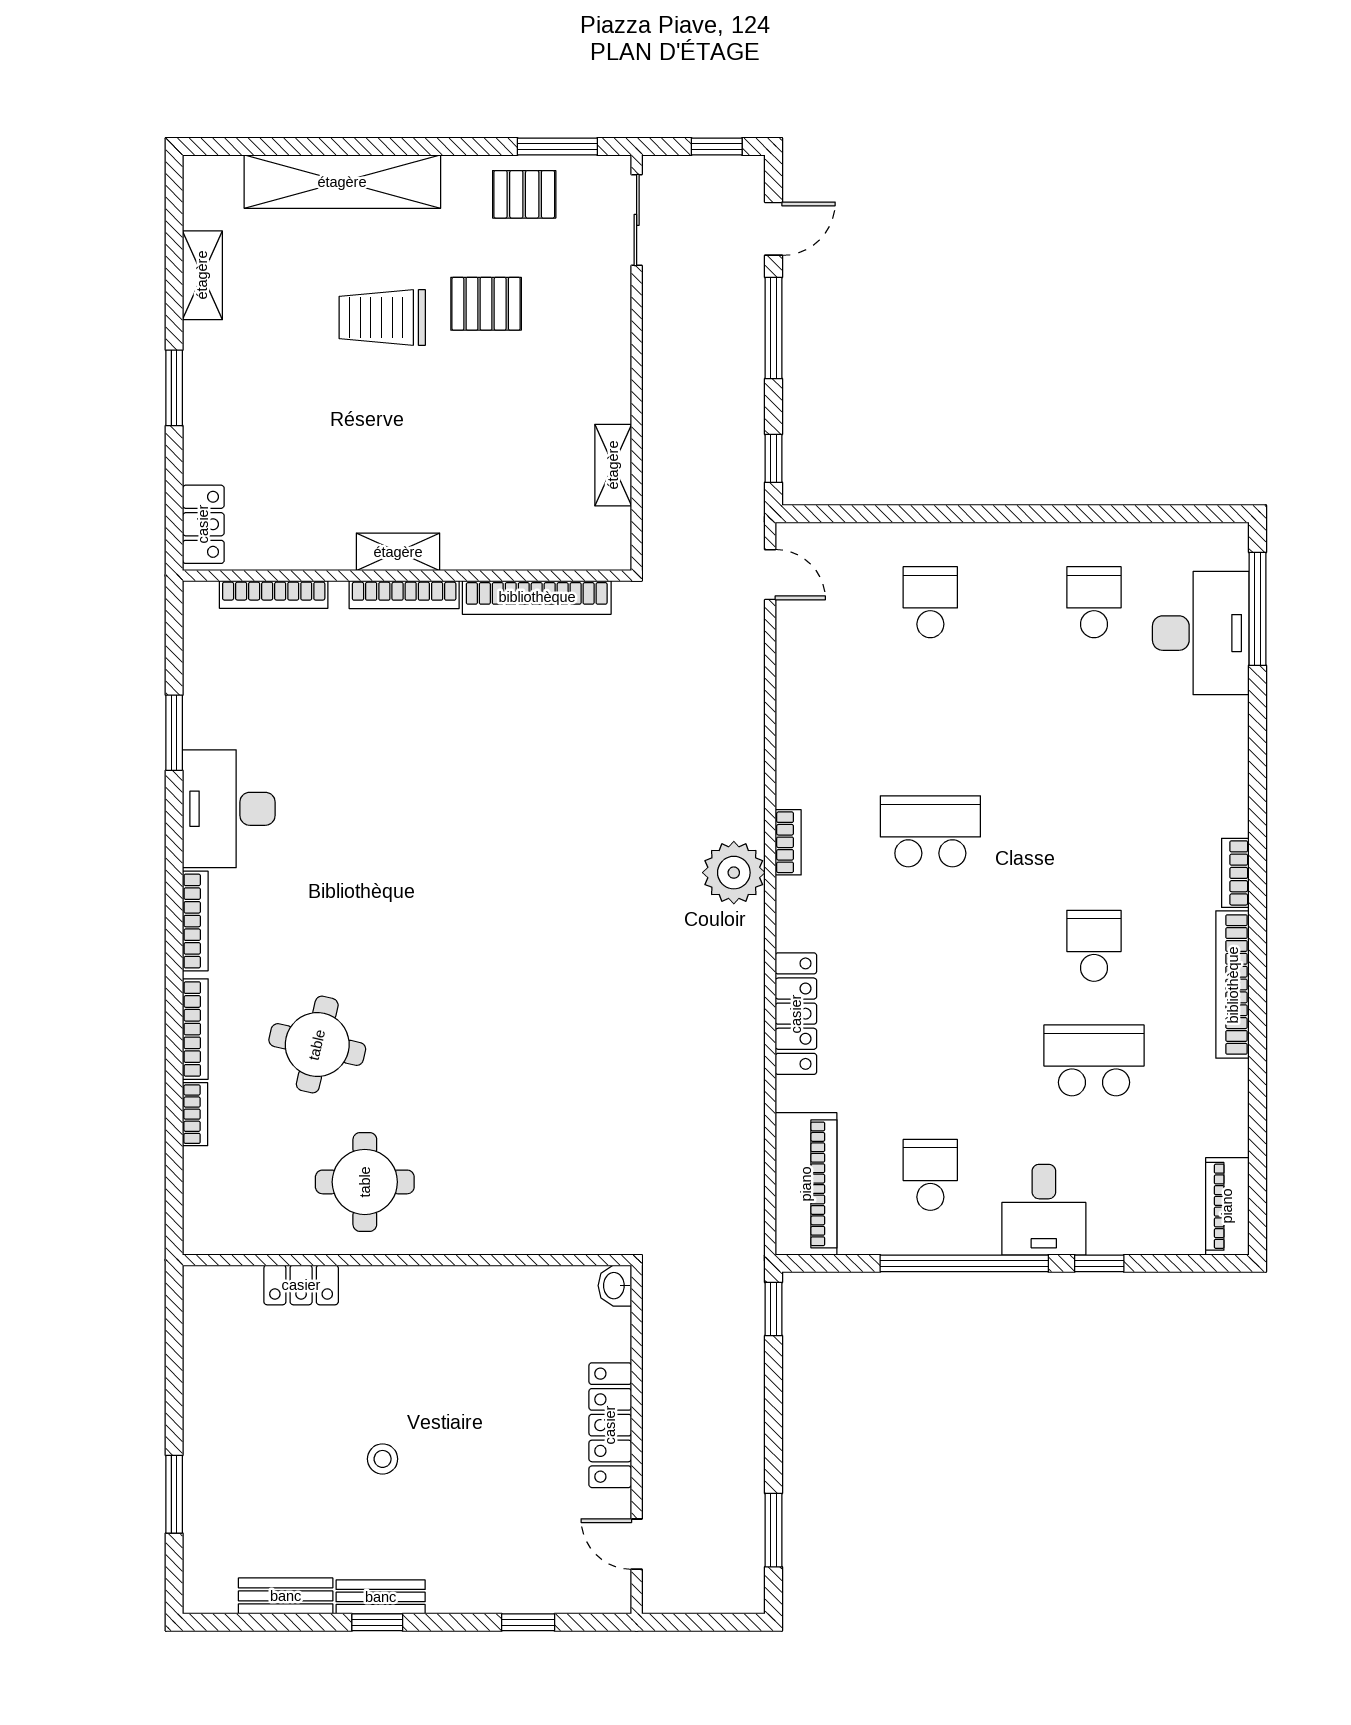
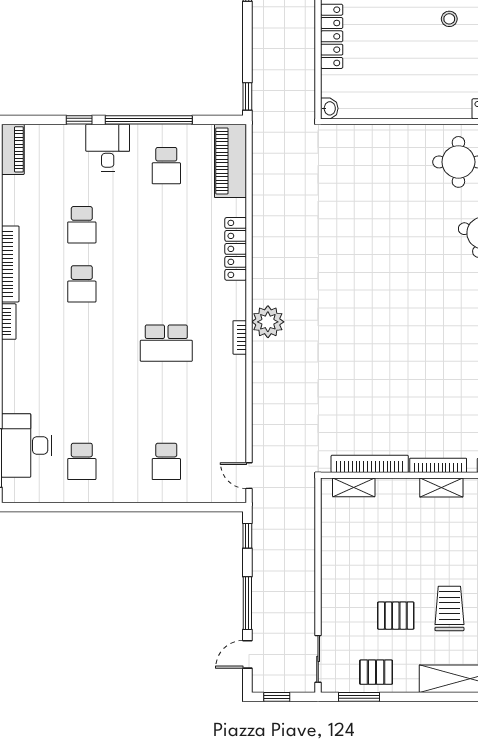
trolley: (382, 318) -> (449, 608), turned -90
shelving: (613, 465) -> (354, 487), moved, turned 90
school desk: (1094, 1060) -> (82, 225), width x0.54

